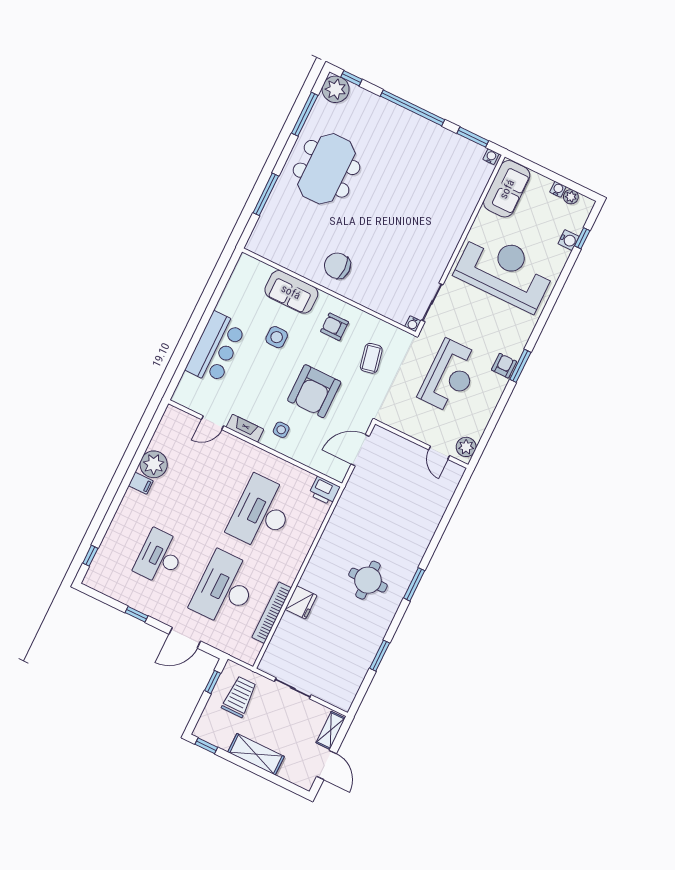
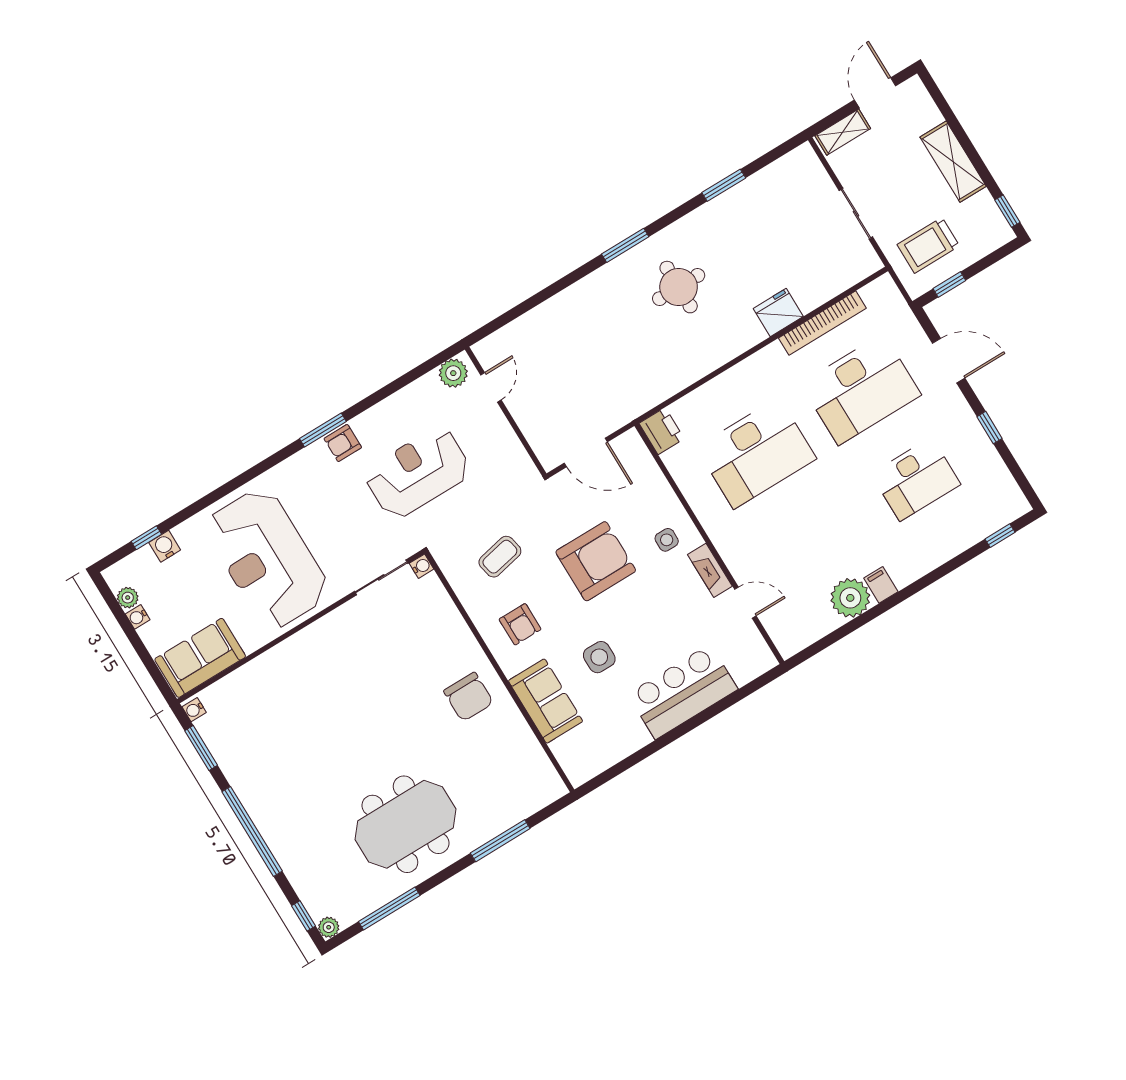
plant: (336, 89) -> (329, 927), width x0.53, depth x0.53

